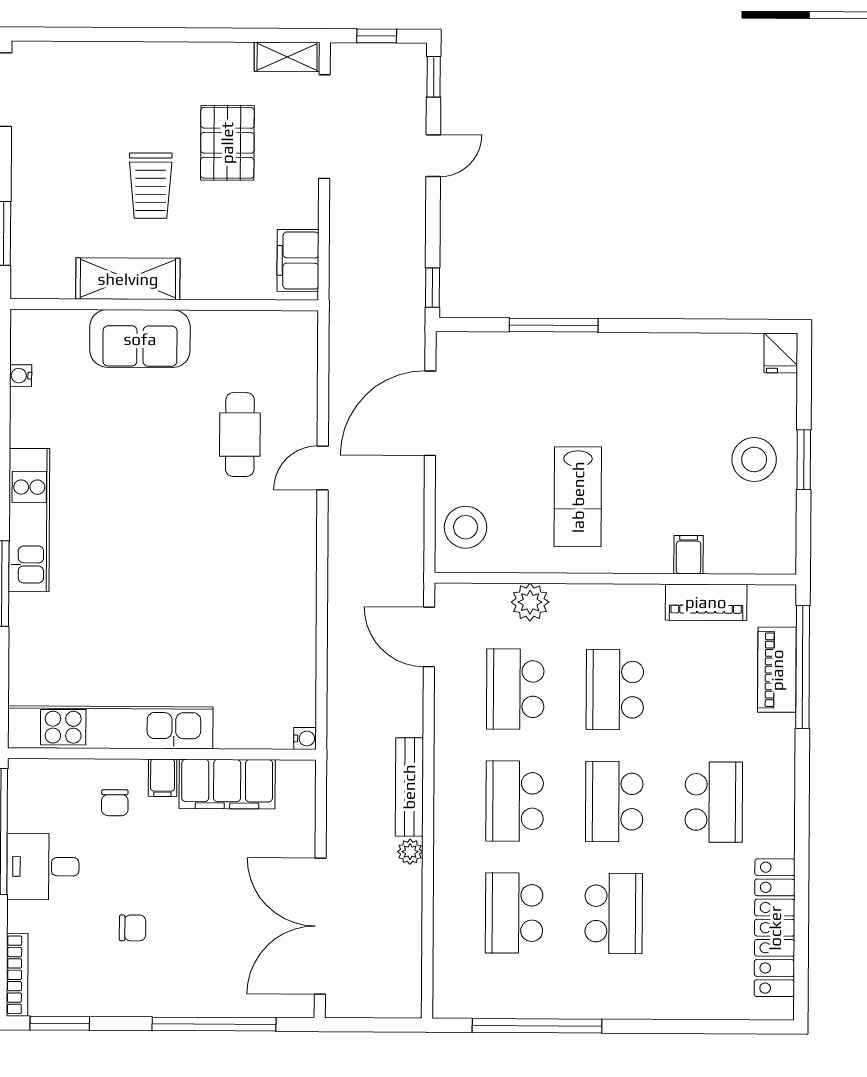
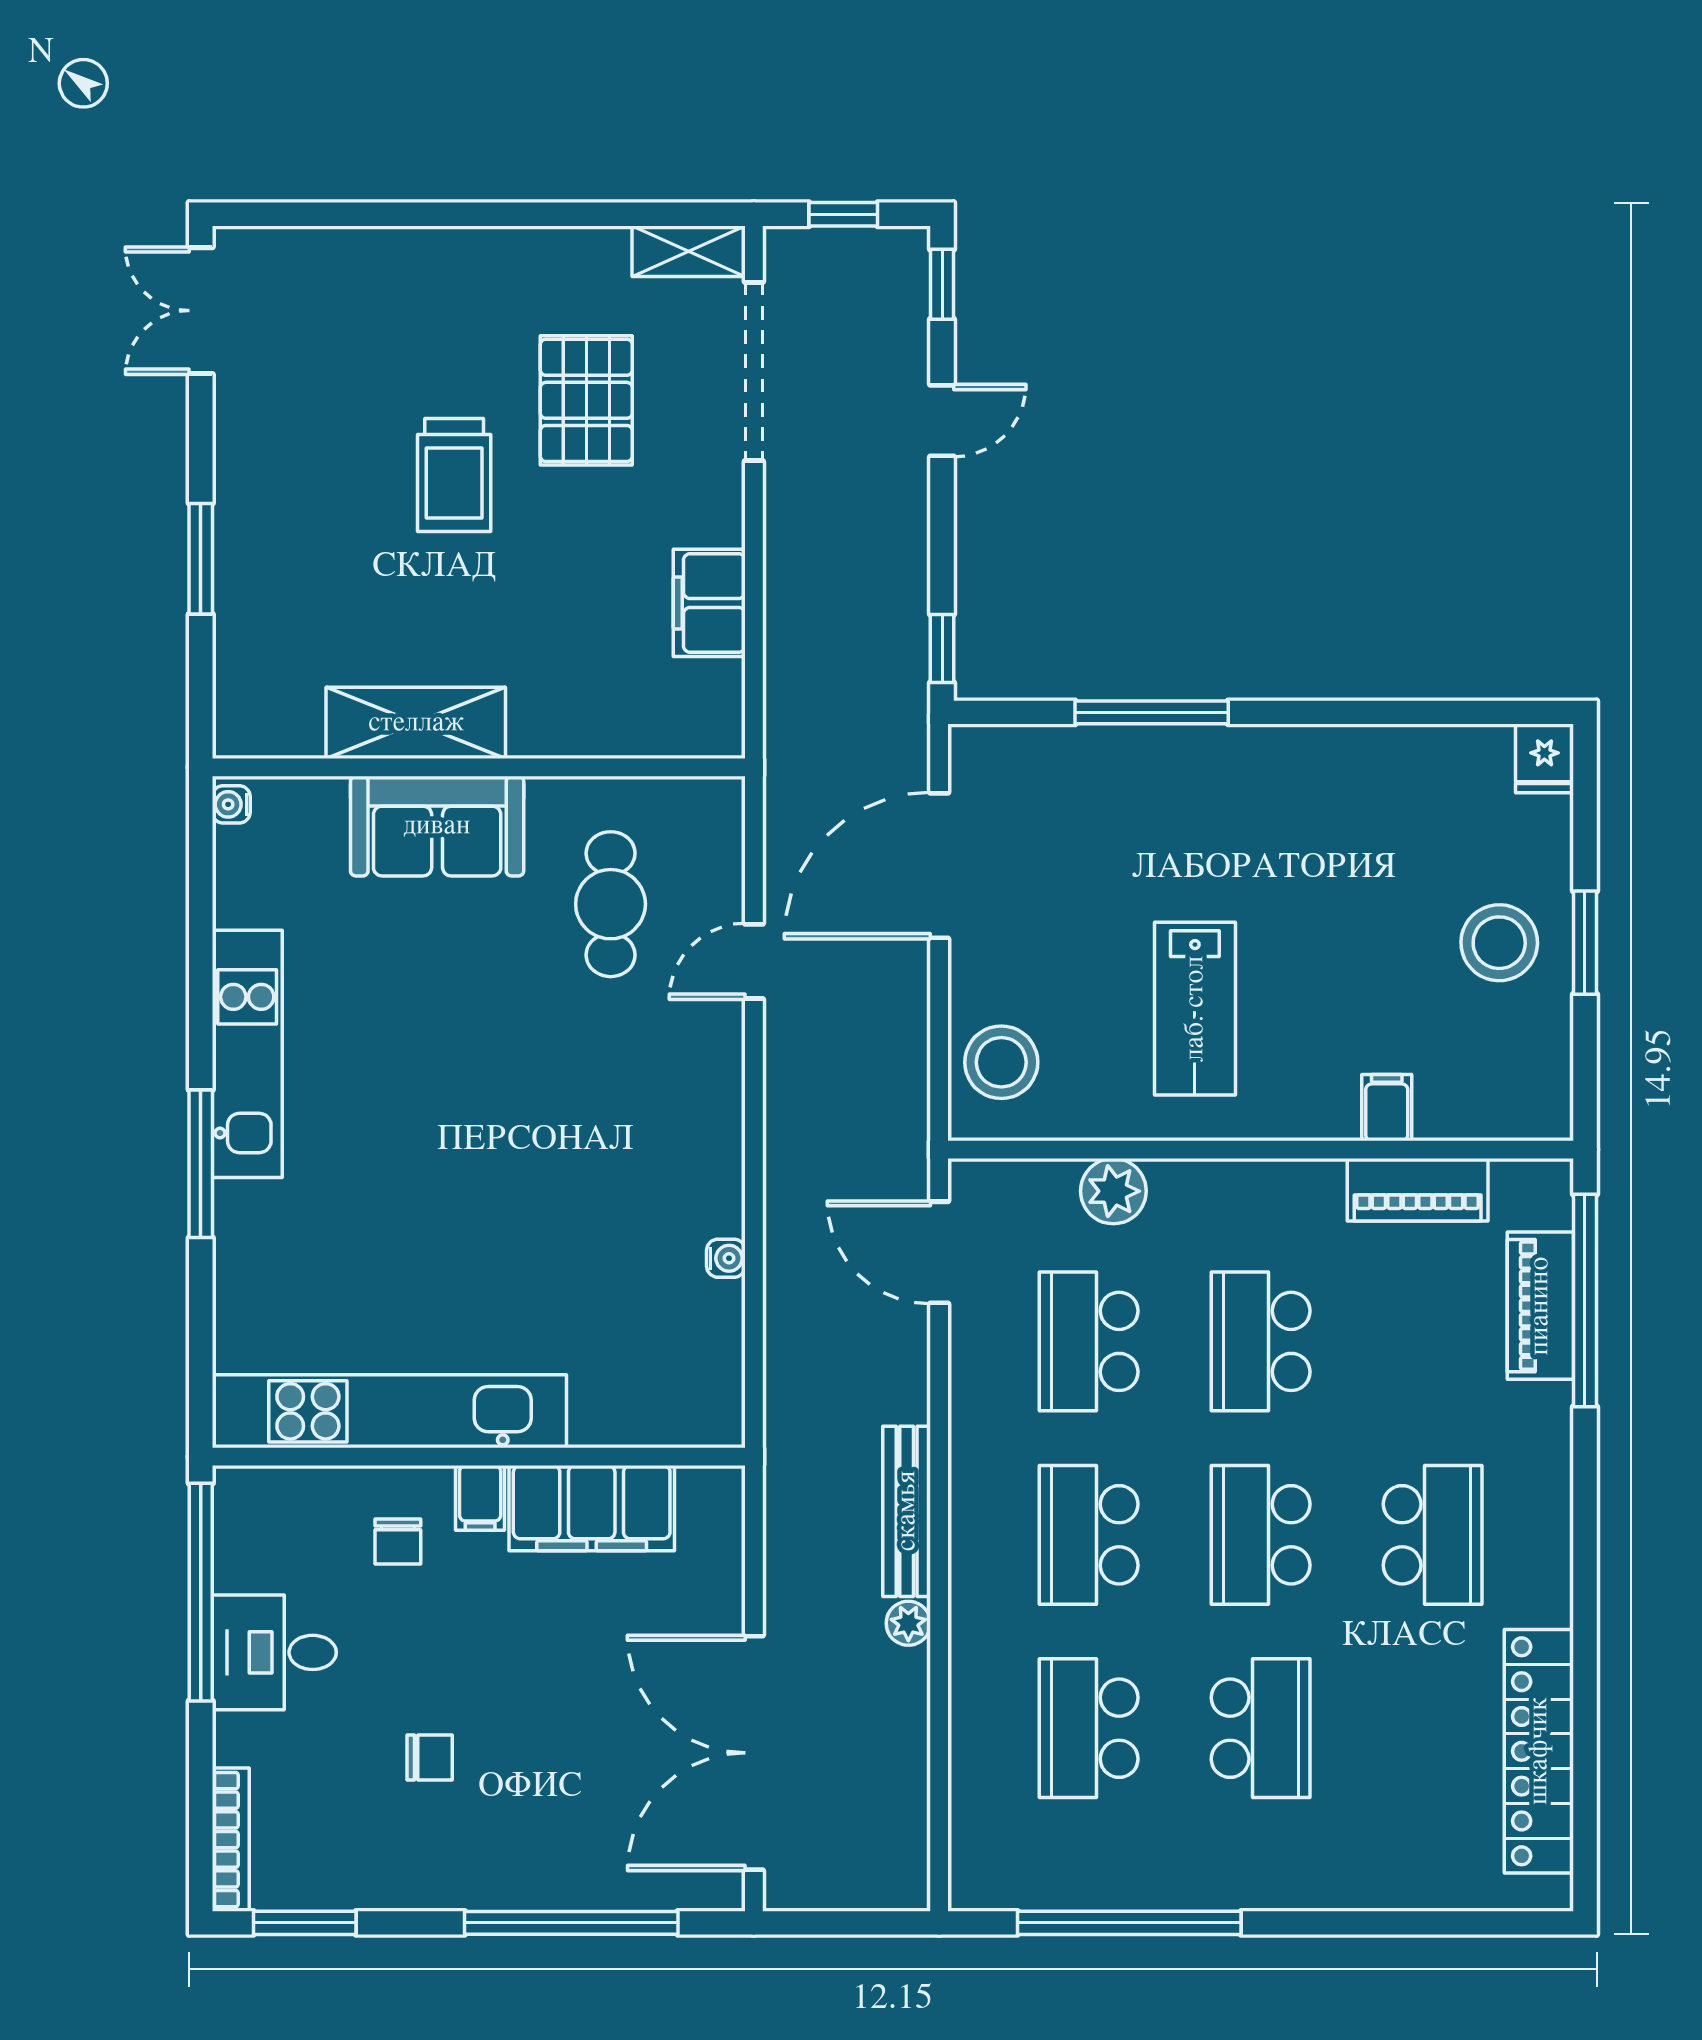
shelving: (128, 279) -> (416, 723), moved
wall: (164, 305) -> (479, 767), moved
sofa: (140, 339) -> (437, 826), moved
water cooler: (305, 738) -> (726, 1258), moved

